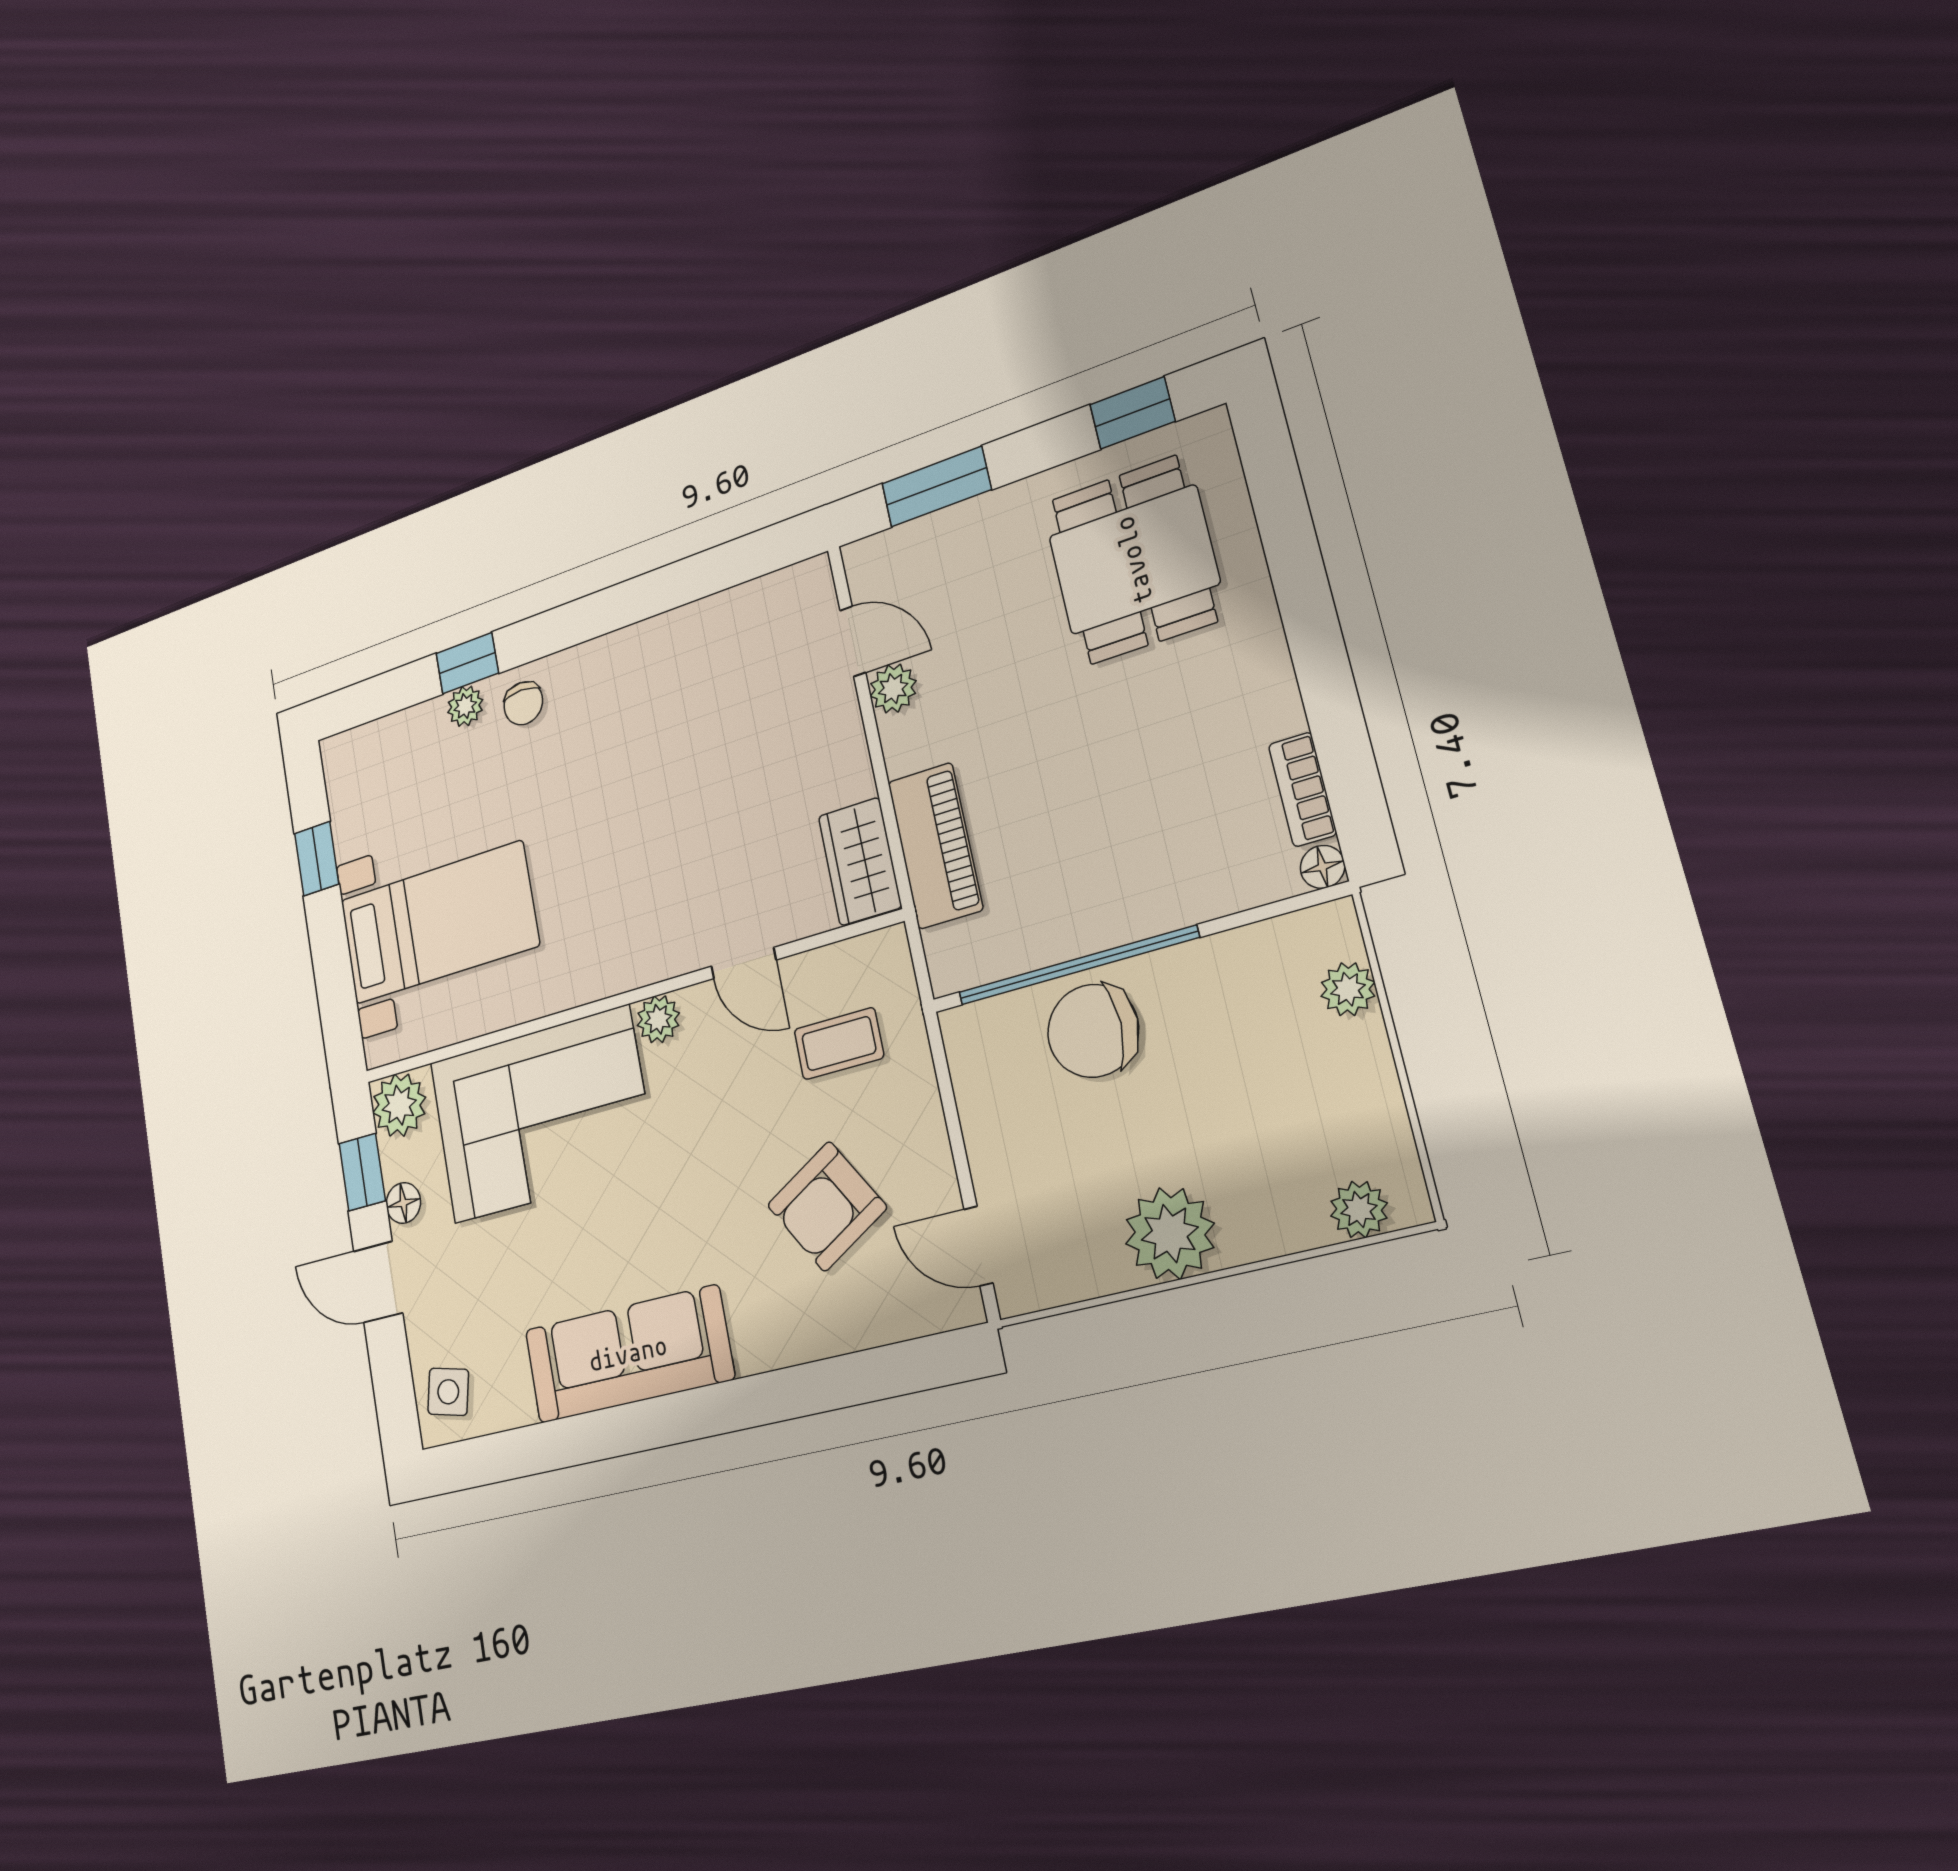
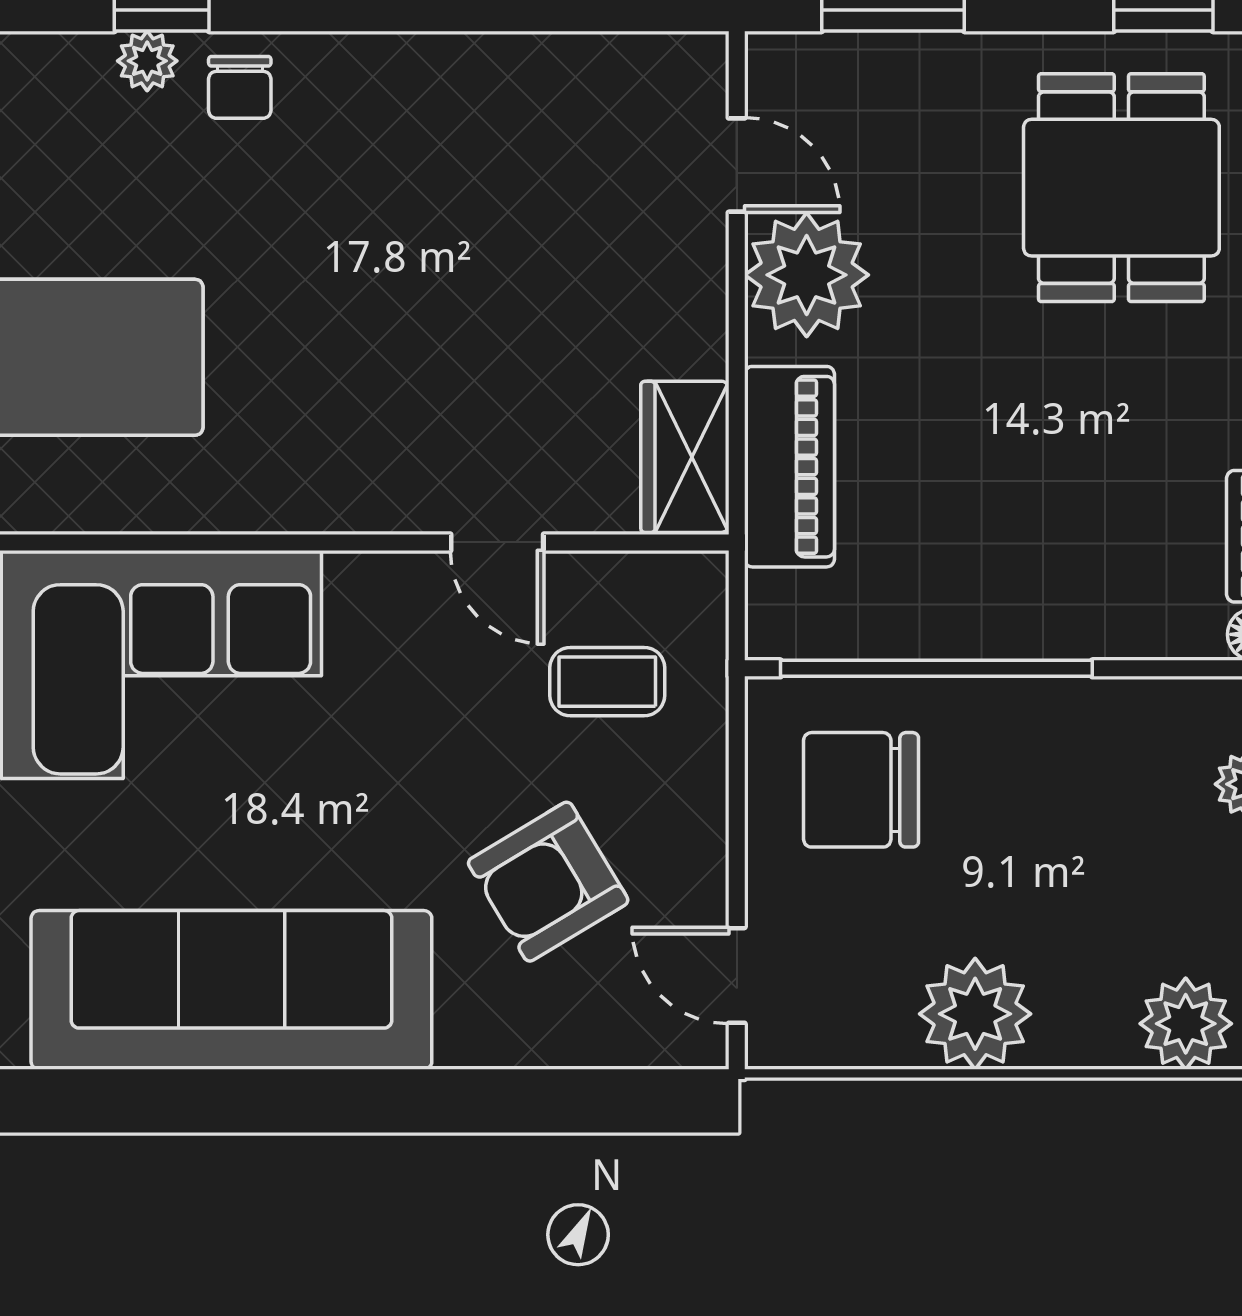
plant: (893, 689) -> (807, 275), width x1.87, depth x1.87
plant: (658, 1019) -> (360, 583), removed
chair: (1093, 1031) -> (861, 790), moved
plant: (1359, 1210) -> (1186, 1024), width x1.38, depth x1.38
sofa: (628, 1354) -> (231, 990), width x1.36, depth x1.27

